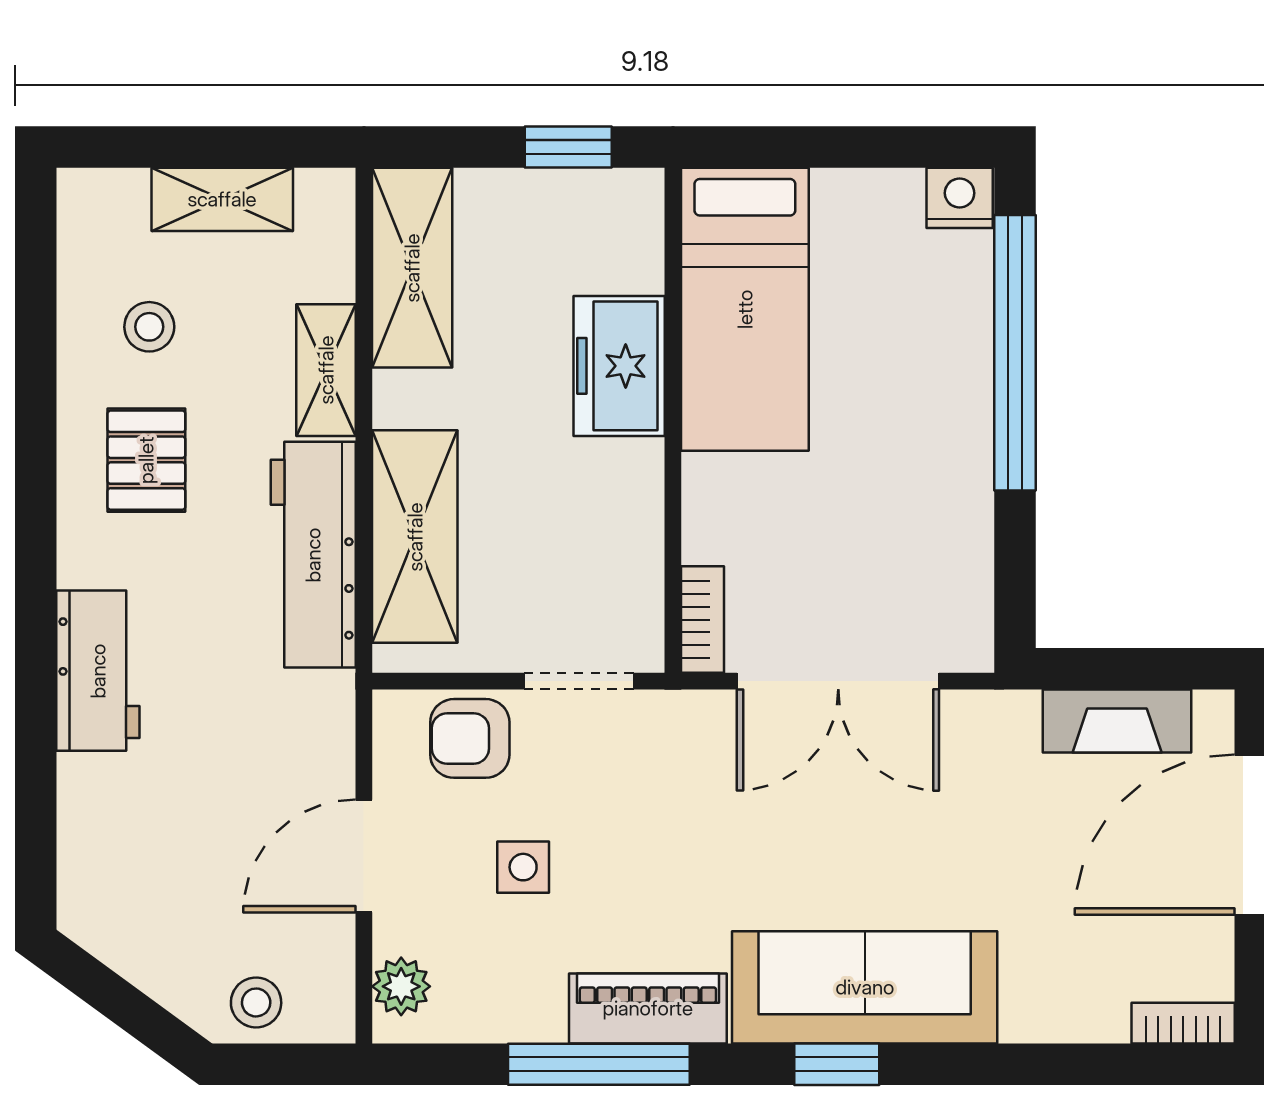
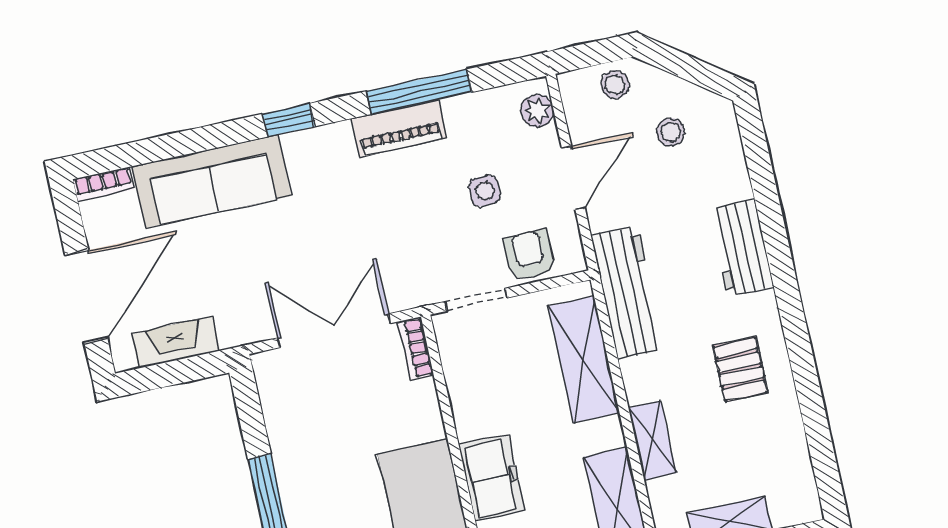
stool: (149, 327) -> (670, 132), moved
workbench: (313, 555) -> (627, 292), moved
armchair: (470, 738) -> (529, 255), turned -90
sofa: (865, 987) -> (212, 181), moved

